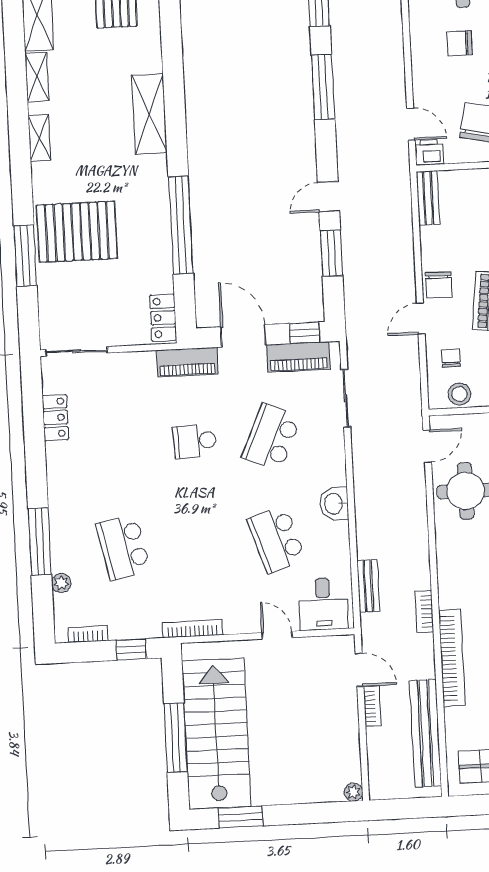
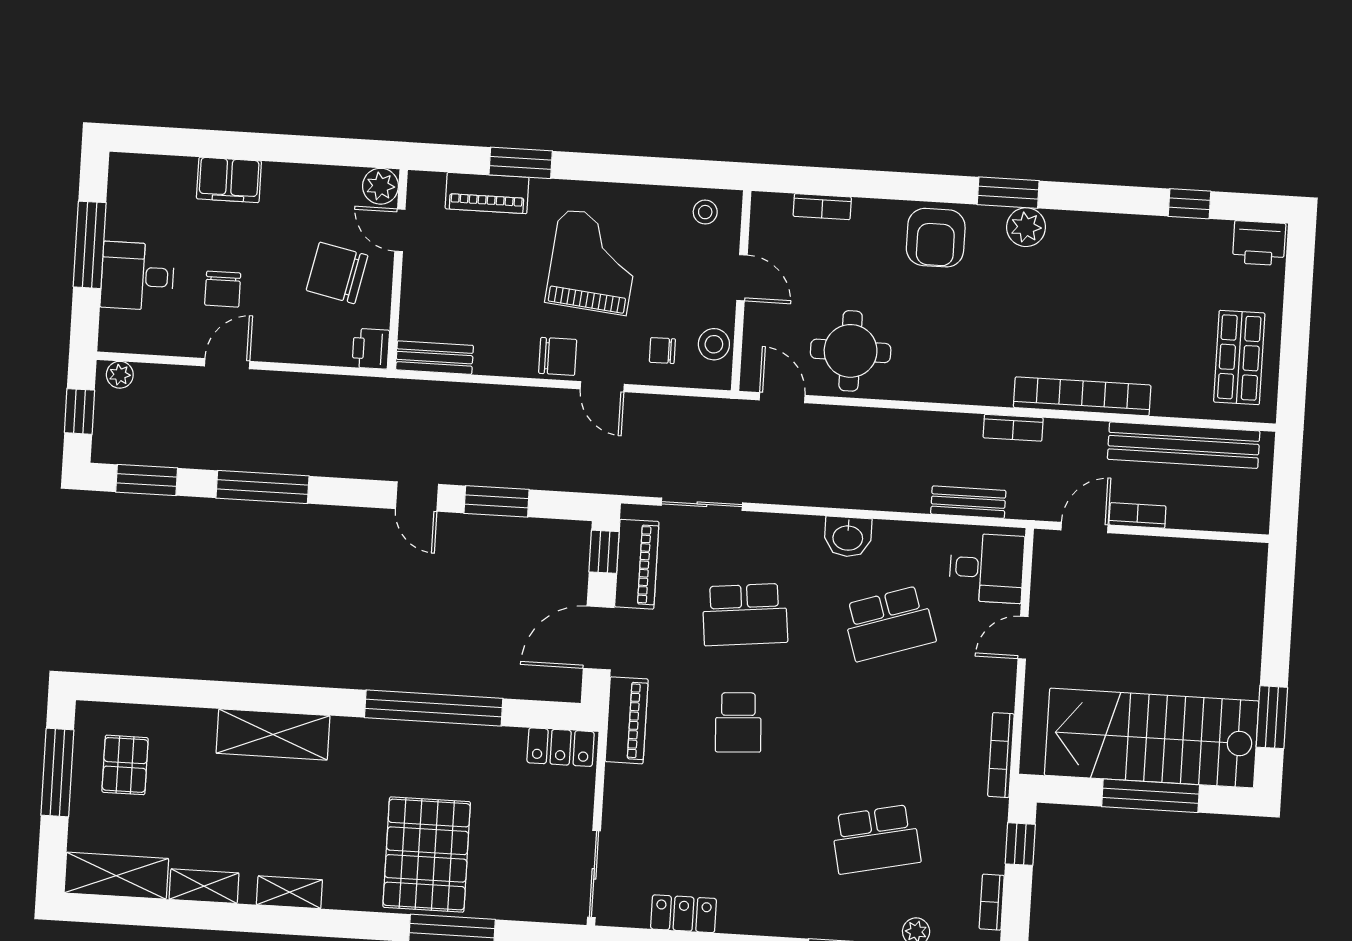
door: (411, 124) -> (227, 364), moved
school desk: (271, 437) -> (745, 615), turned -30
plant: (354, 792) -> (1255, 555), removed

